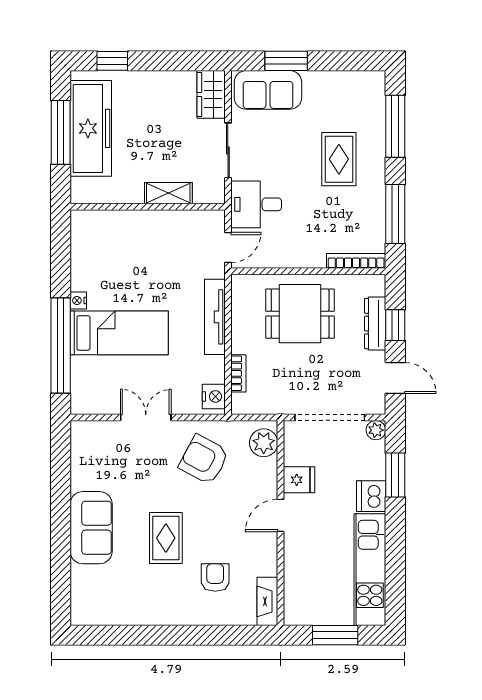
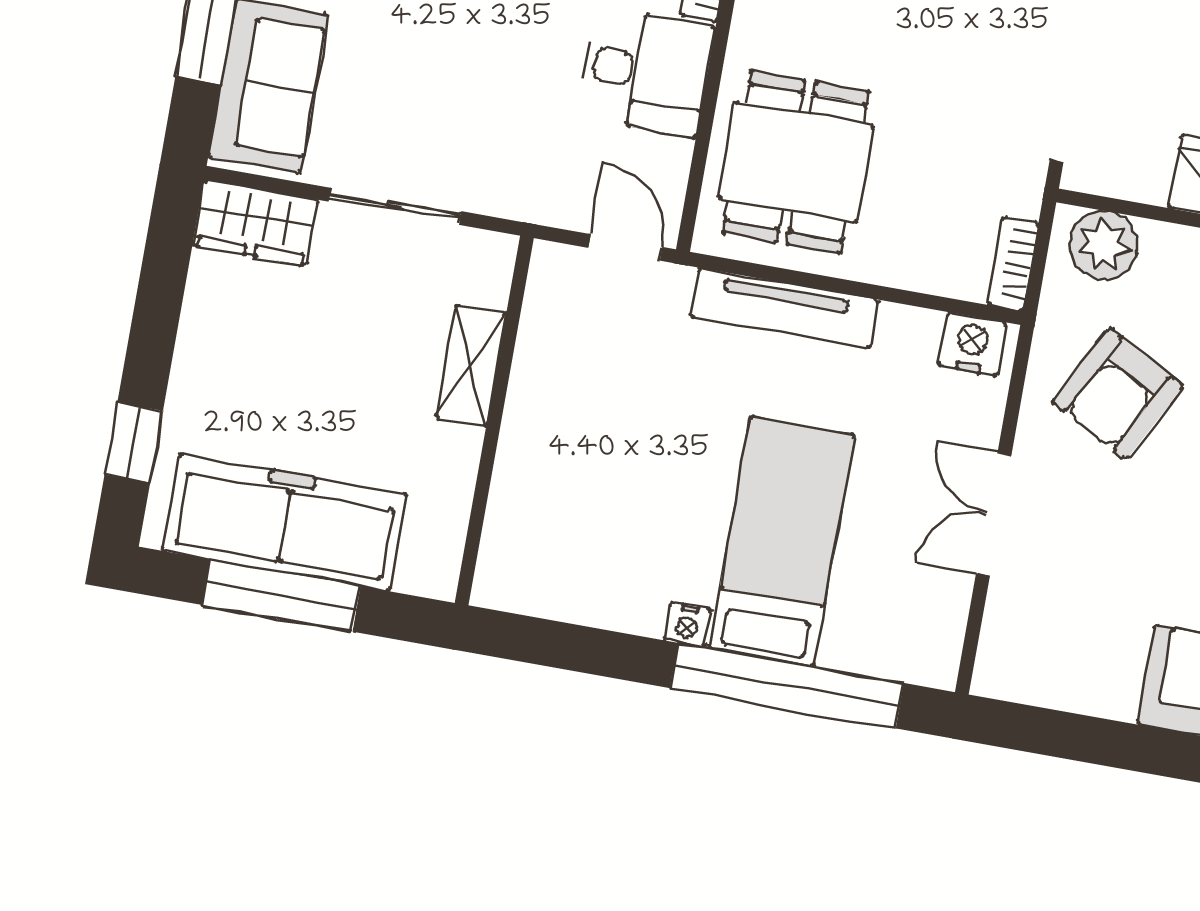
desk: (256, 204) -> (646, 72), moved, turned -90
dining table: (300, 314) -> (796, 162), moved
bookcase: (238, 373) -> (1013, 264), moved, turned -90

